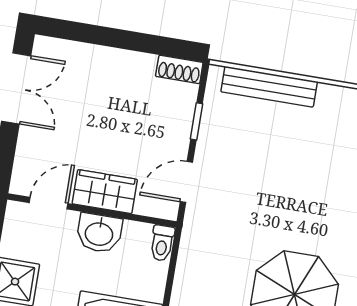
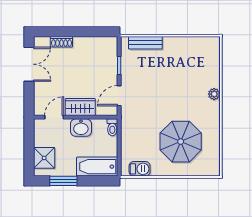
shoe rack: (179, 69) -> (61, 42), moved
bench: (269, 87) -> (145, 43), width x0.73

